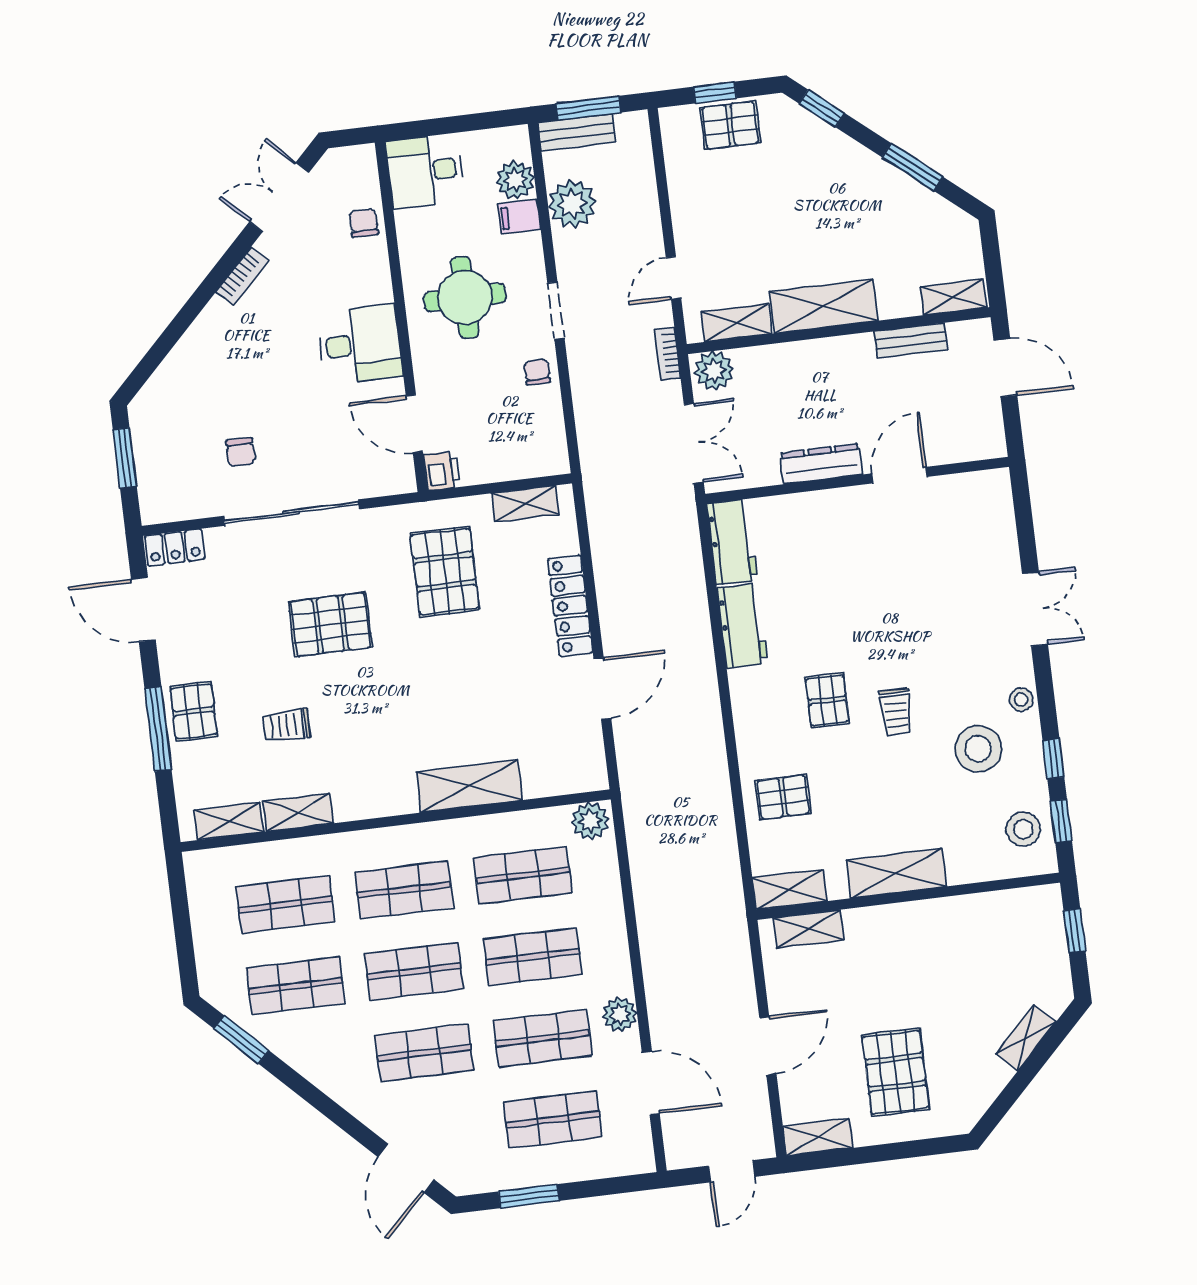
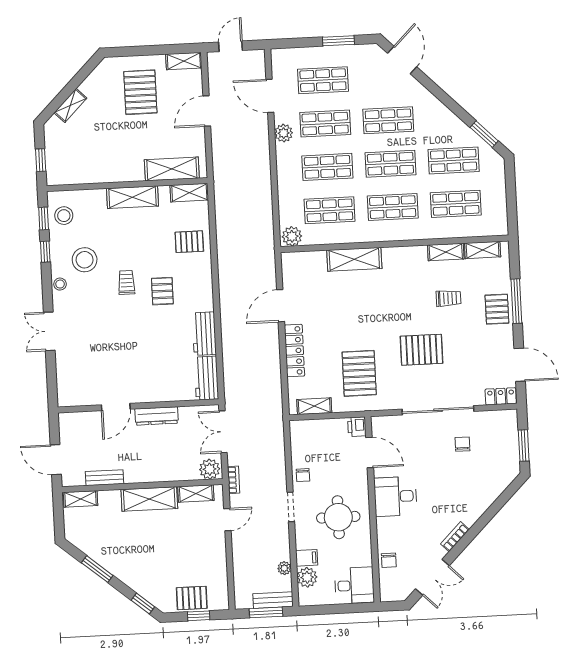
plant: (572, 204) -> (284, 568), width x0.53, depth x0.53
shelving: (808, 929) -> (172, 169), width x1.50, depth x1.33

